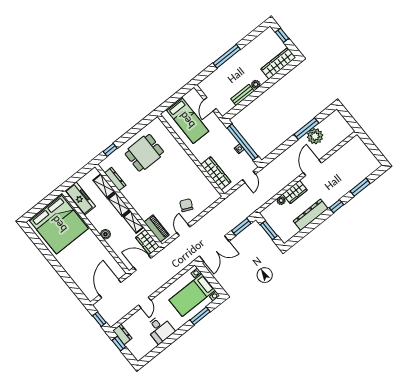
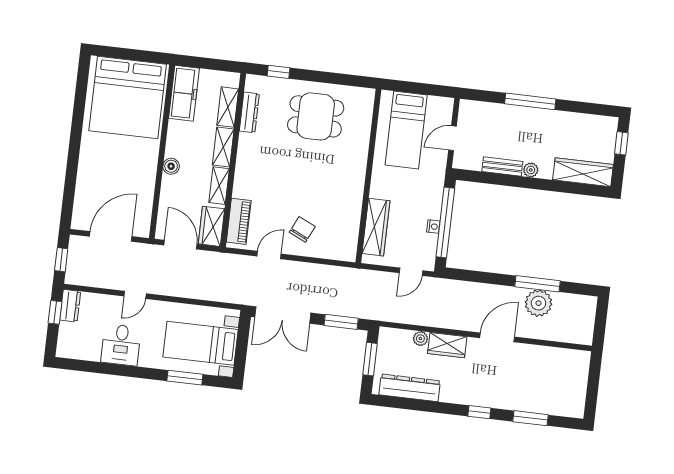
dresser: (311, 215) -> (410, 388), moved

